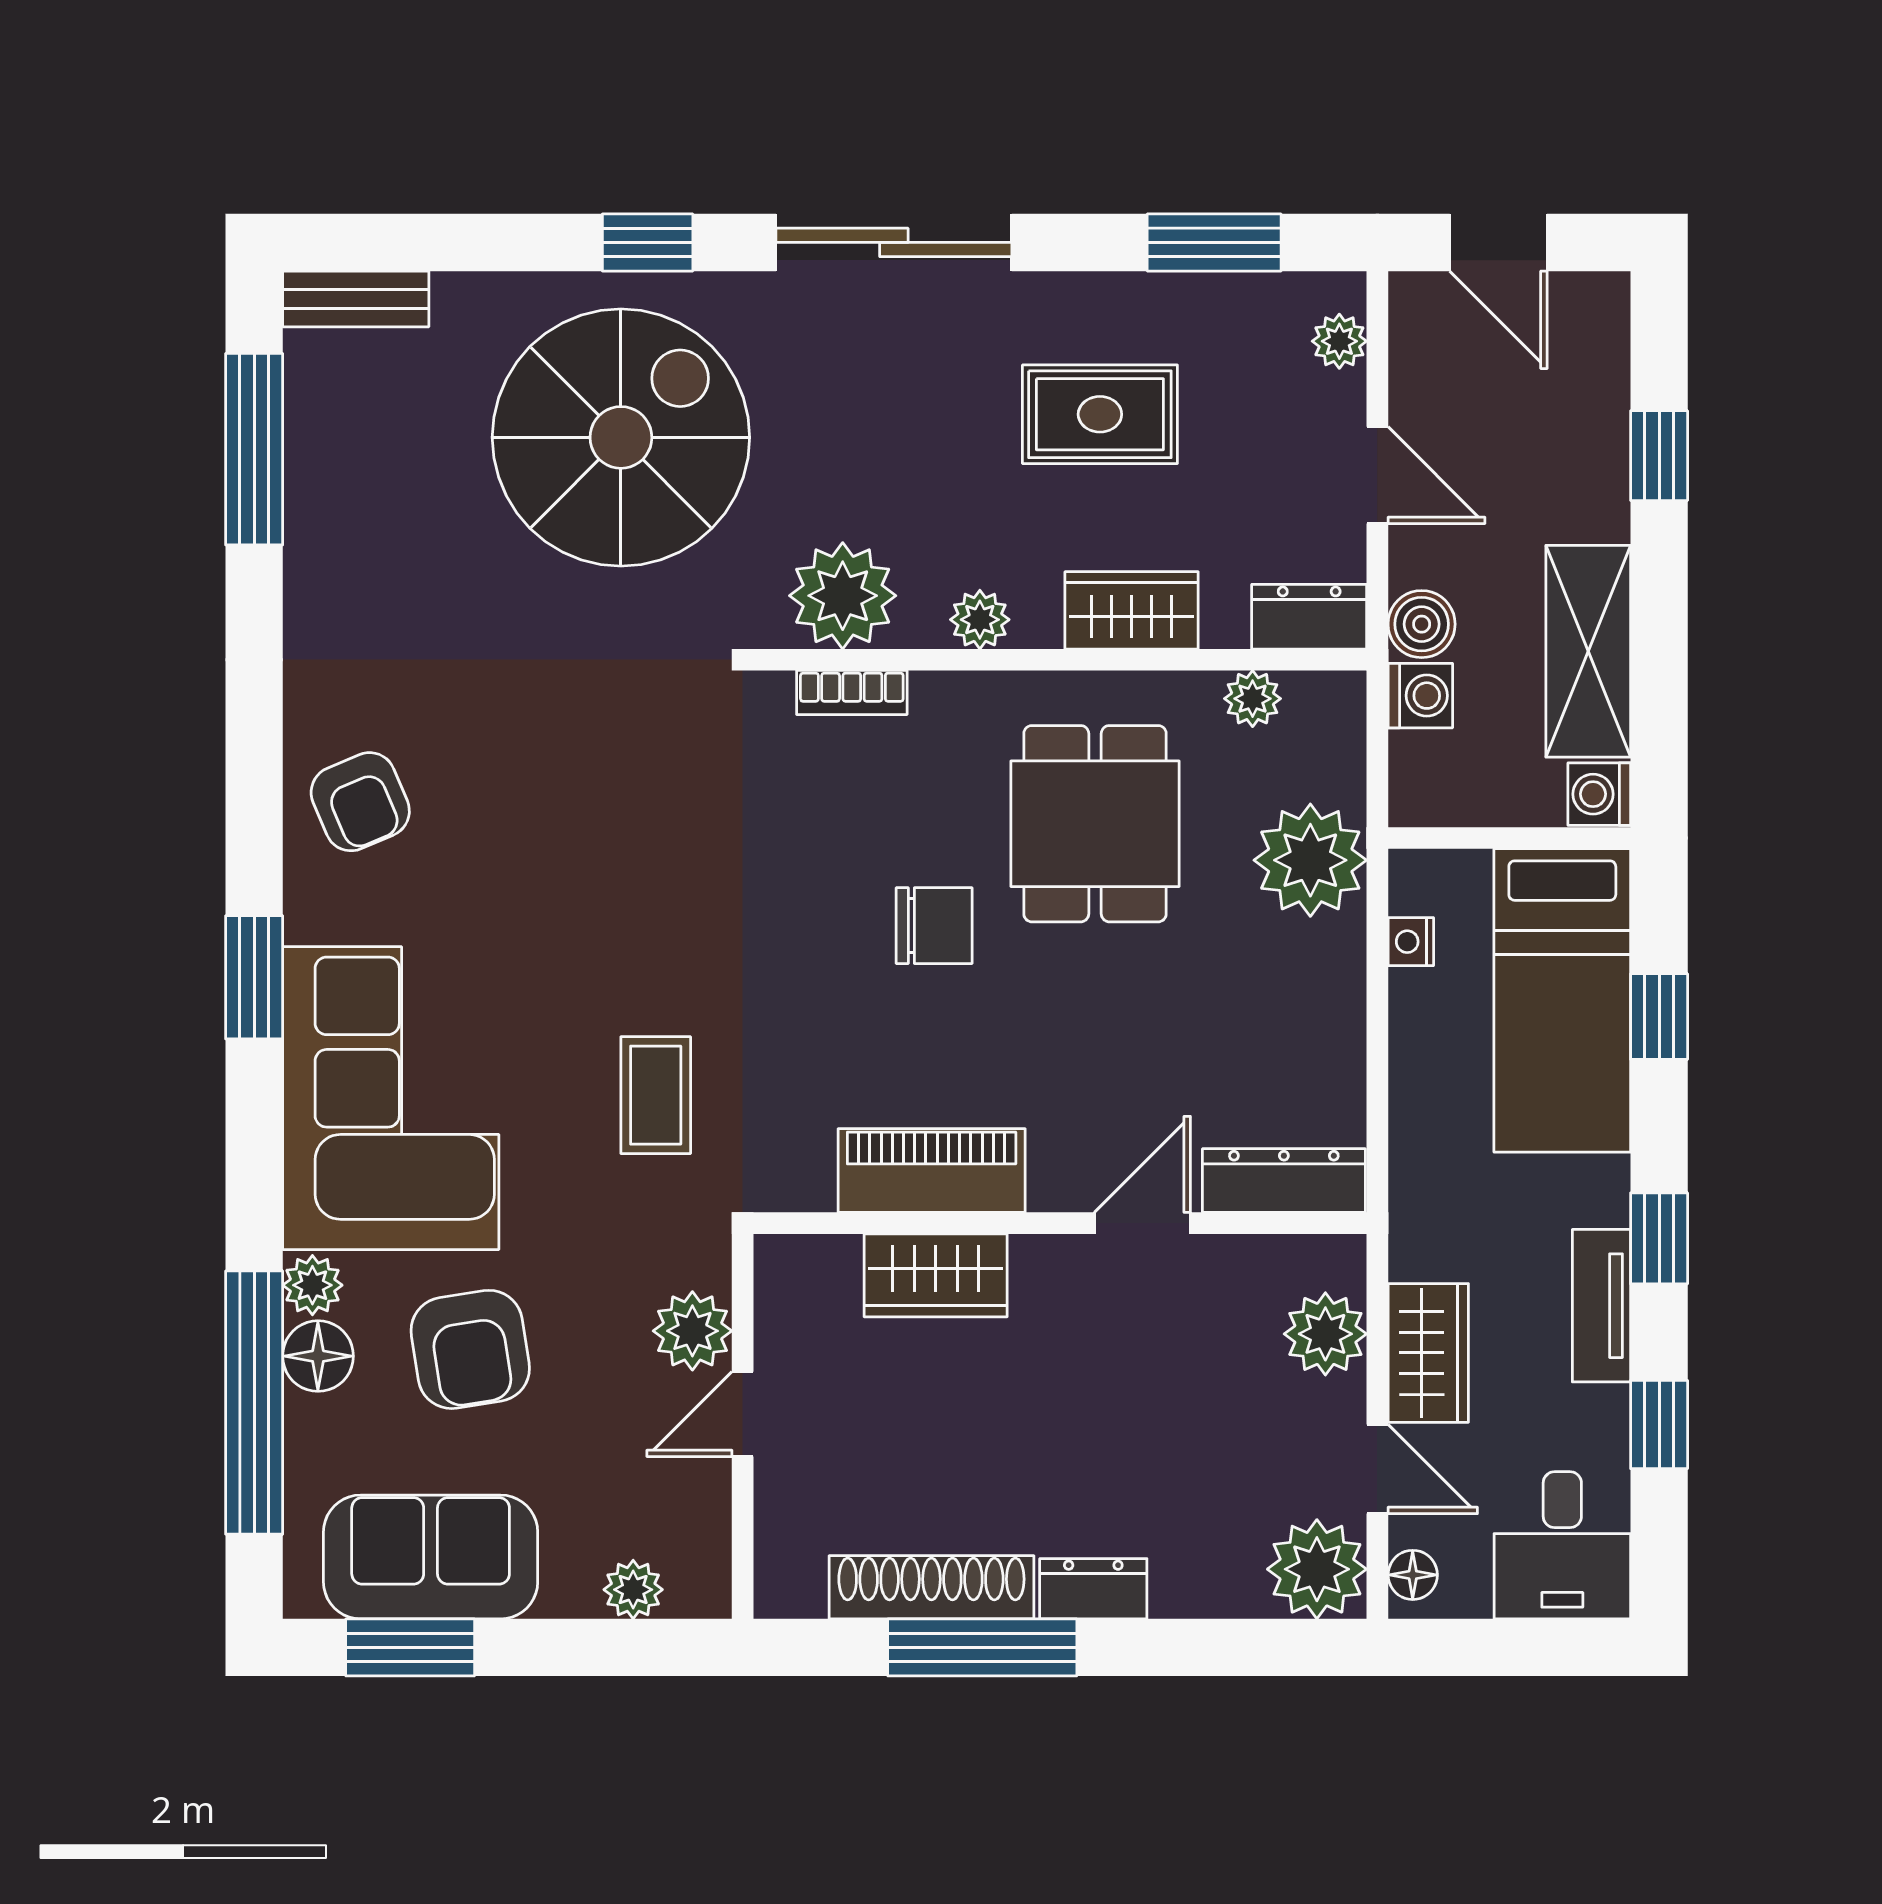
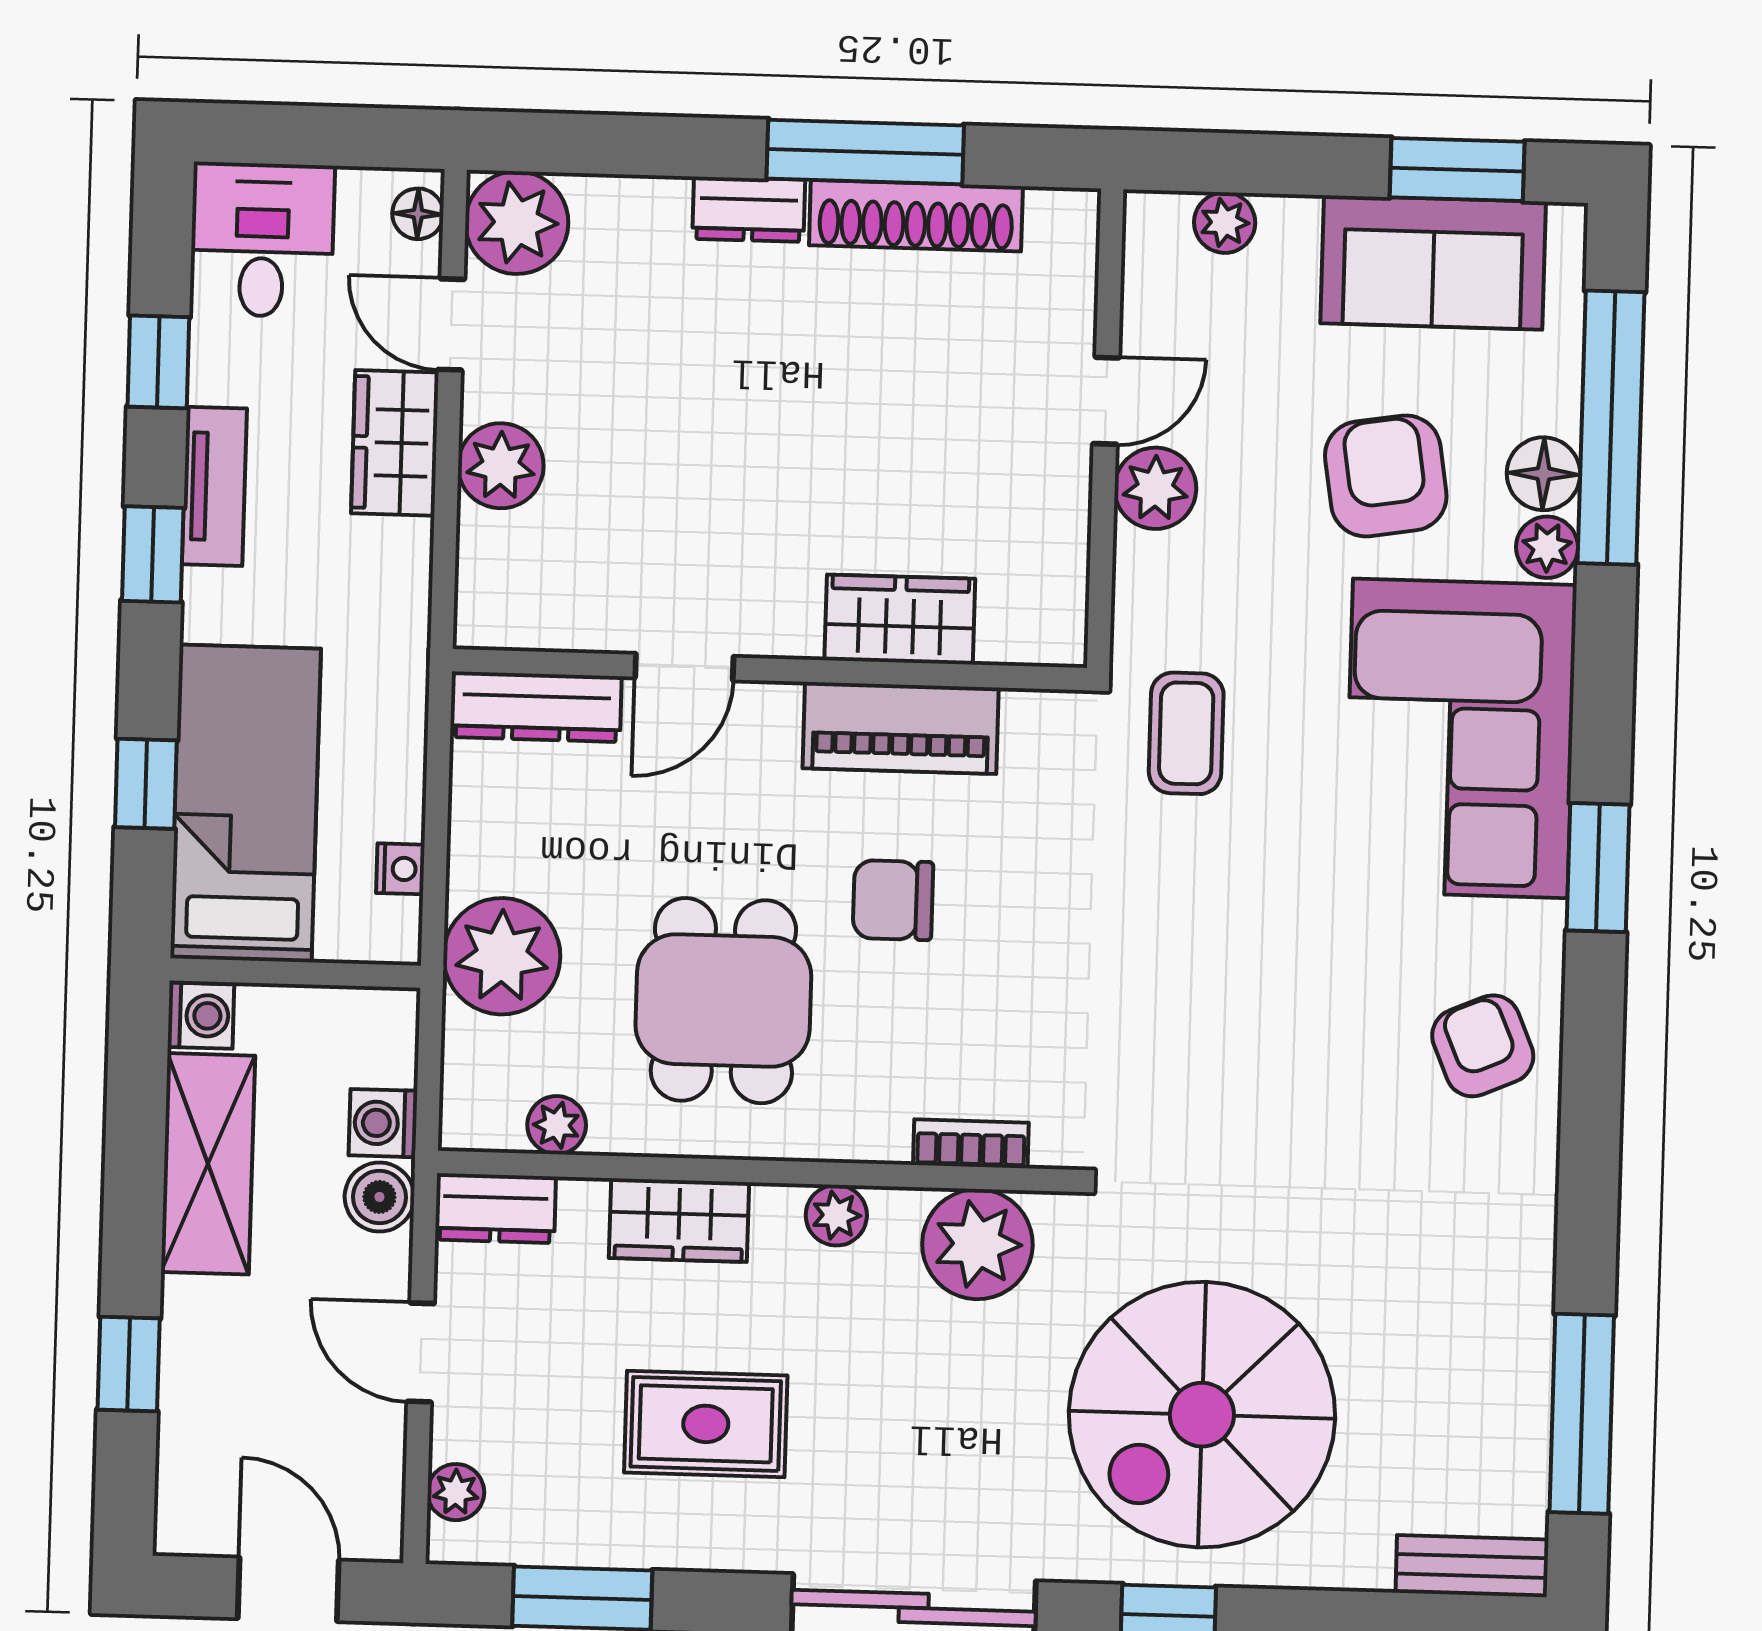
piano: (932, 1171) -> (901, 728), moved
dresser: (1284, 1181) -> (537, 707), moved
wall: (1060, 1223) -> (769, 670), moved
door: (1142, 1223) -> (684, 667), moved
wardrobe: (936, 1275) -> (900, 619), moved

